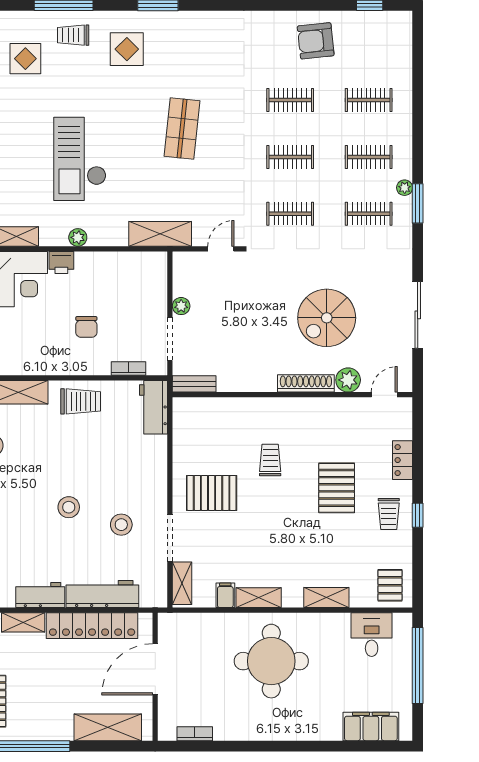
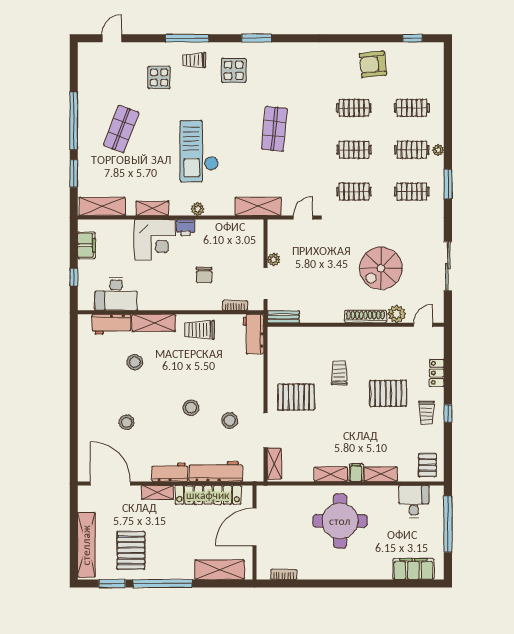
plant: (405, 188) -> (438, 150), moved
trolley: (81, 401) -> (200, 330), turned 180
pallet: (337, 488) -> (388, 393), turned 90
filing cabinet: (225, 595) -> (356, 472), moved

